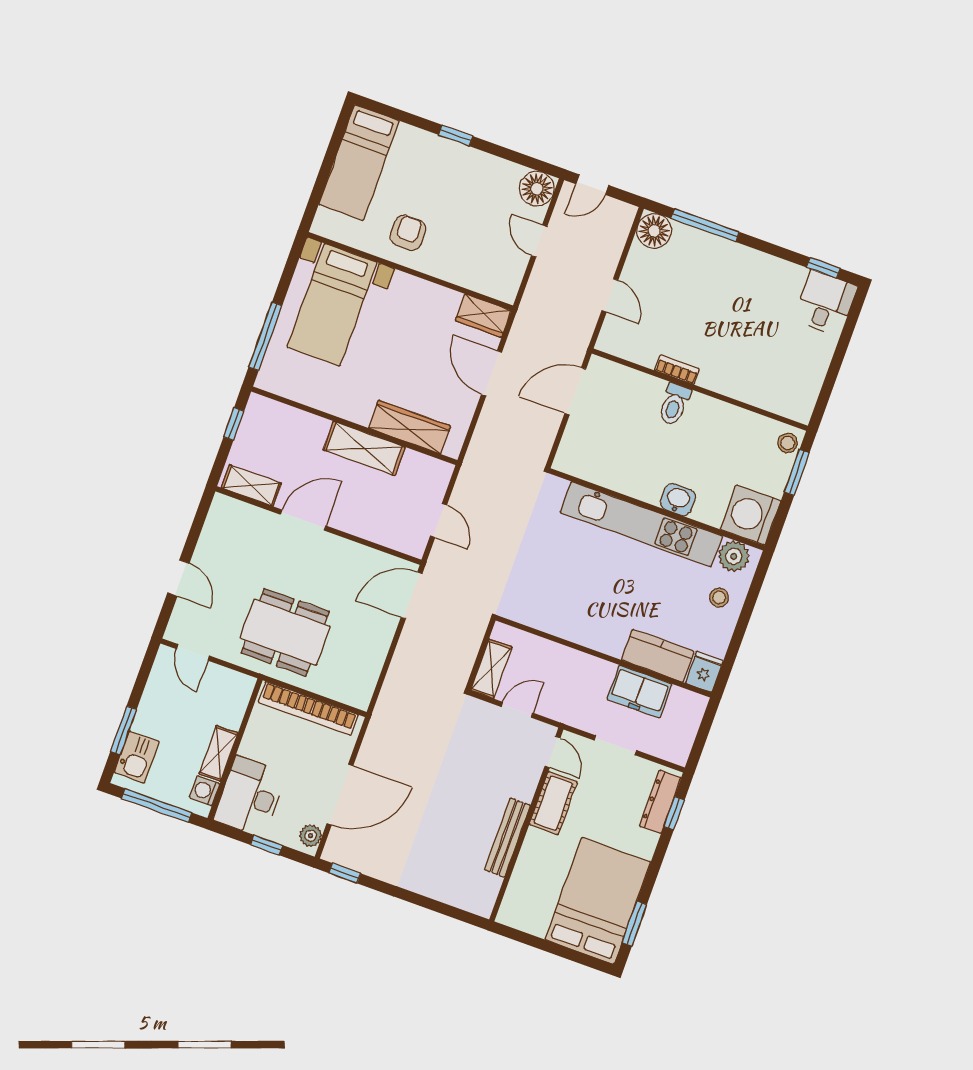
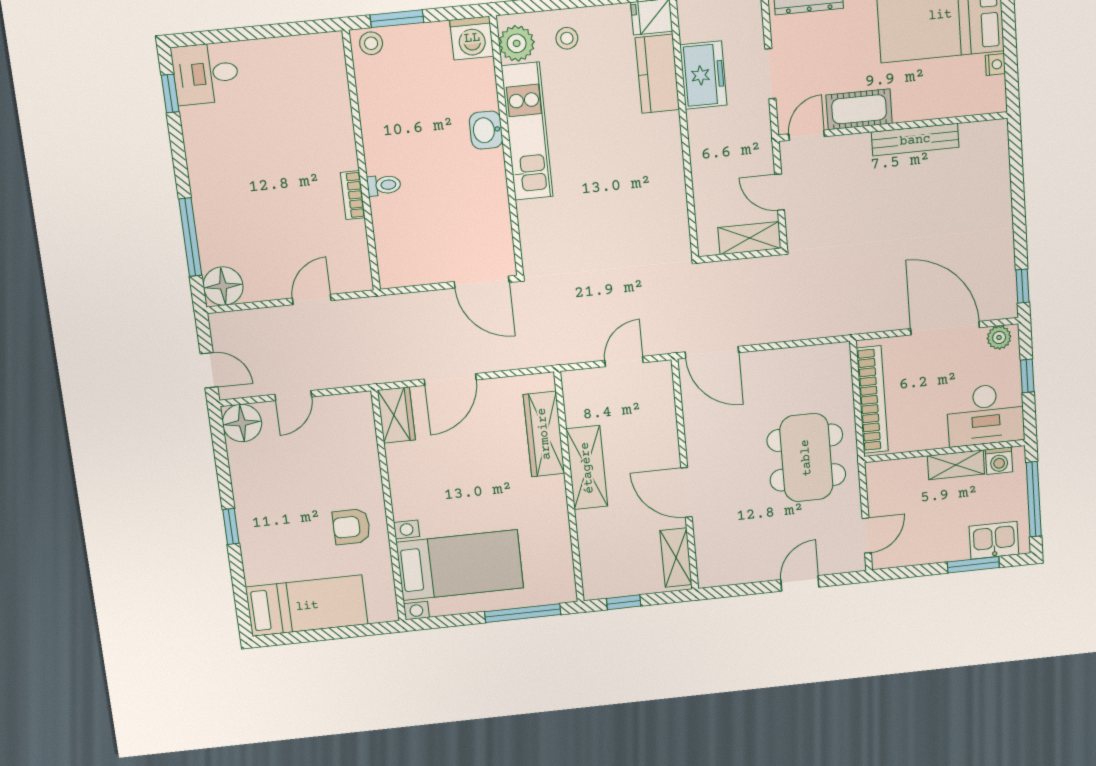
door: (575, 391) -> (482, 282), moved
toilet: (674, 404) -> (384, 185), width x0.73, depth x0.72
washing machine: (751, 515) -> (472, 38), width x0.73, depth x0.73
kitchen unit: (641, 524) -> (527, 131), width x0.73
nightstand: (537, 928) -> (995, 64), added

